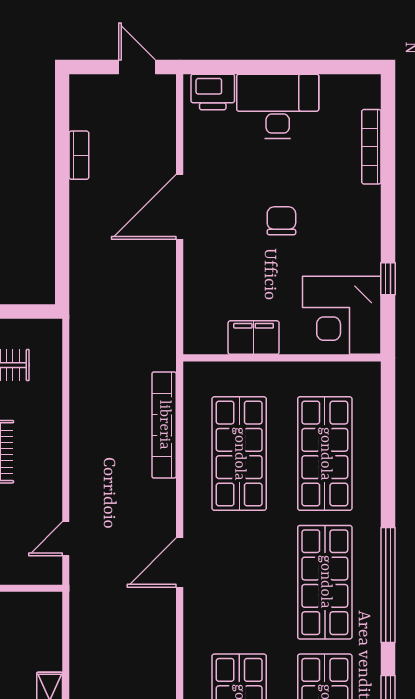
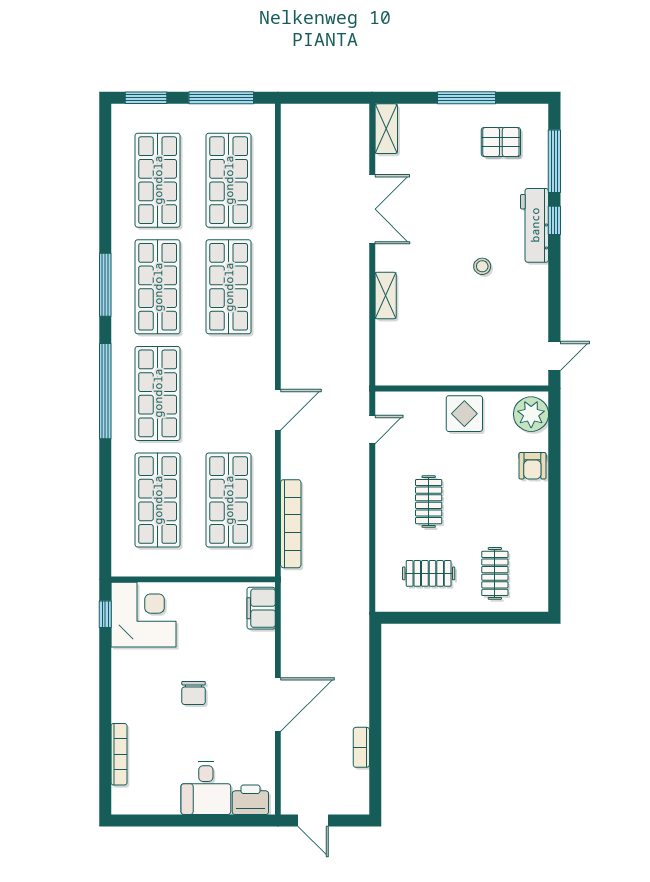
desk: (278, 106) -> (206, 788), width x0.73
window: (388, 279) -> (105, 614), moved
filing cabinet: (254, 338) -> (261, 608), moved, turned 90

